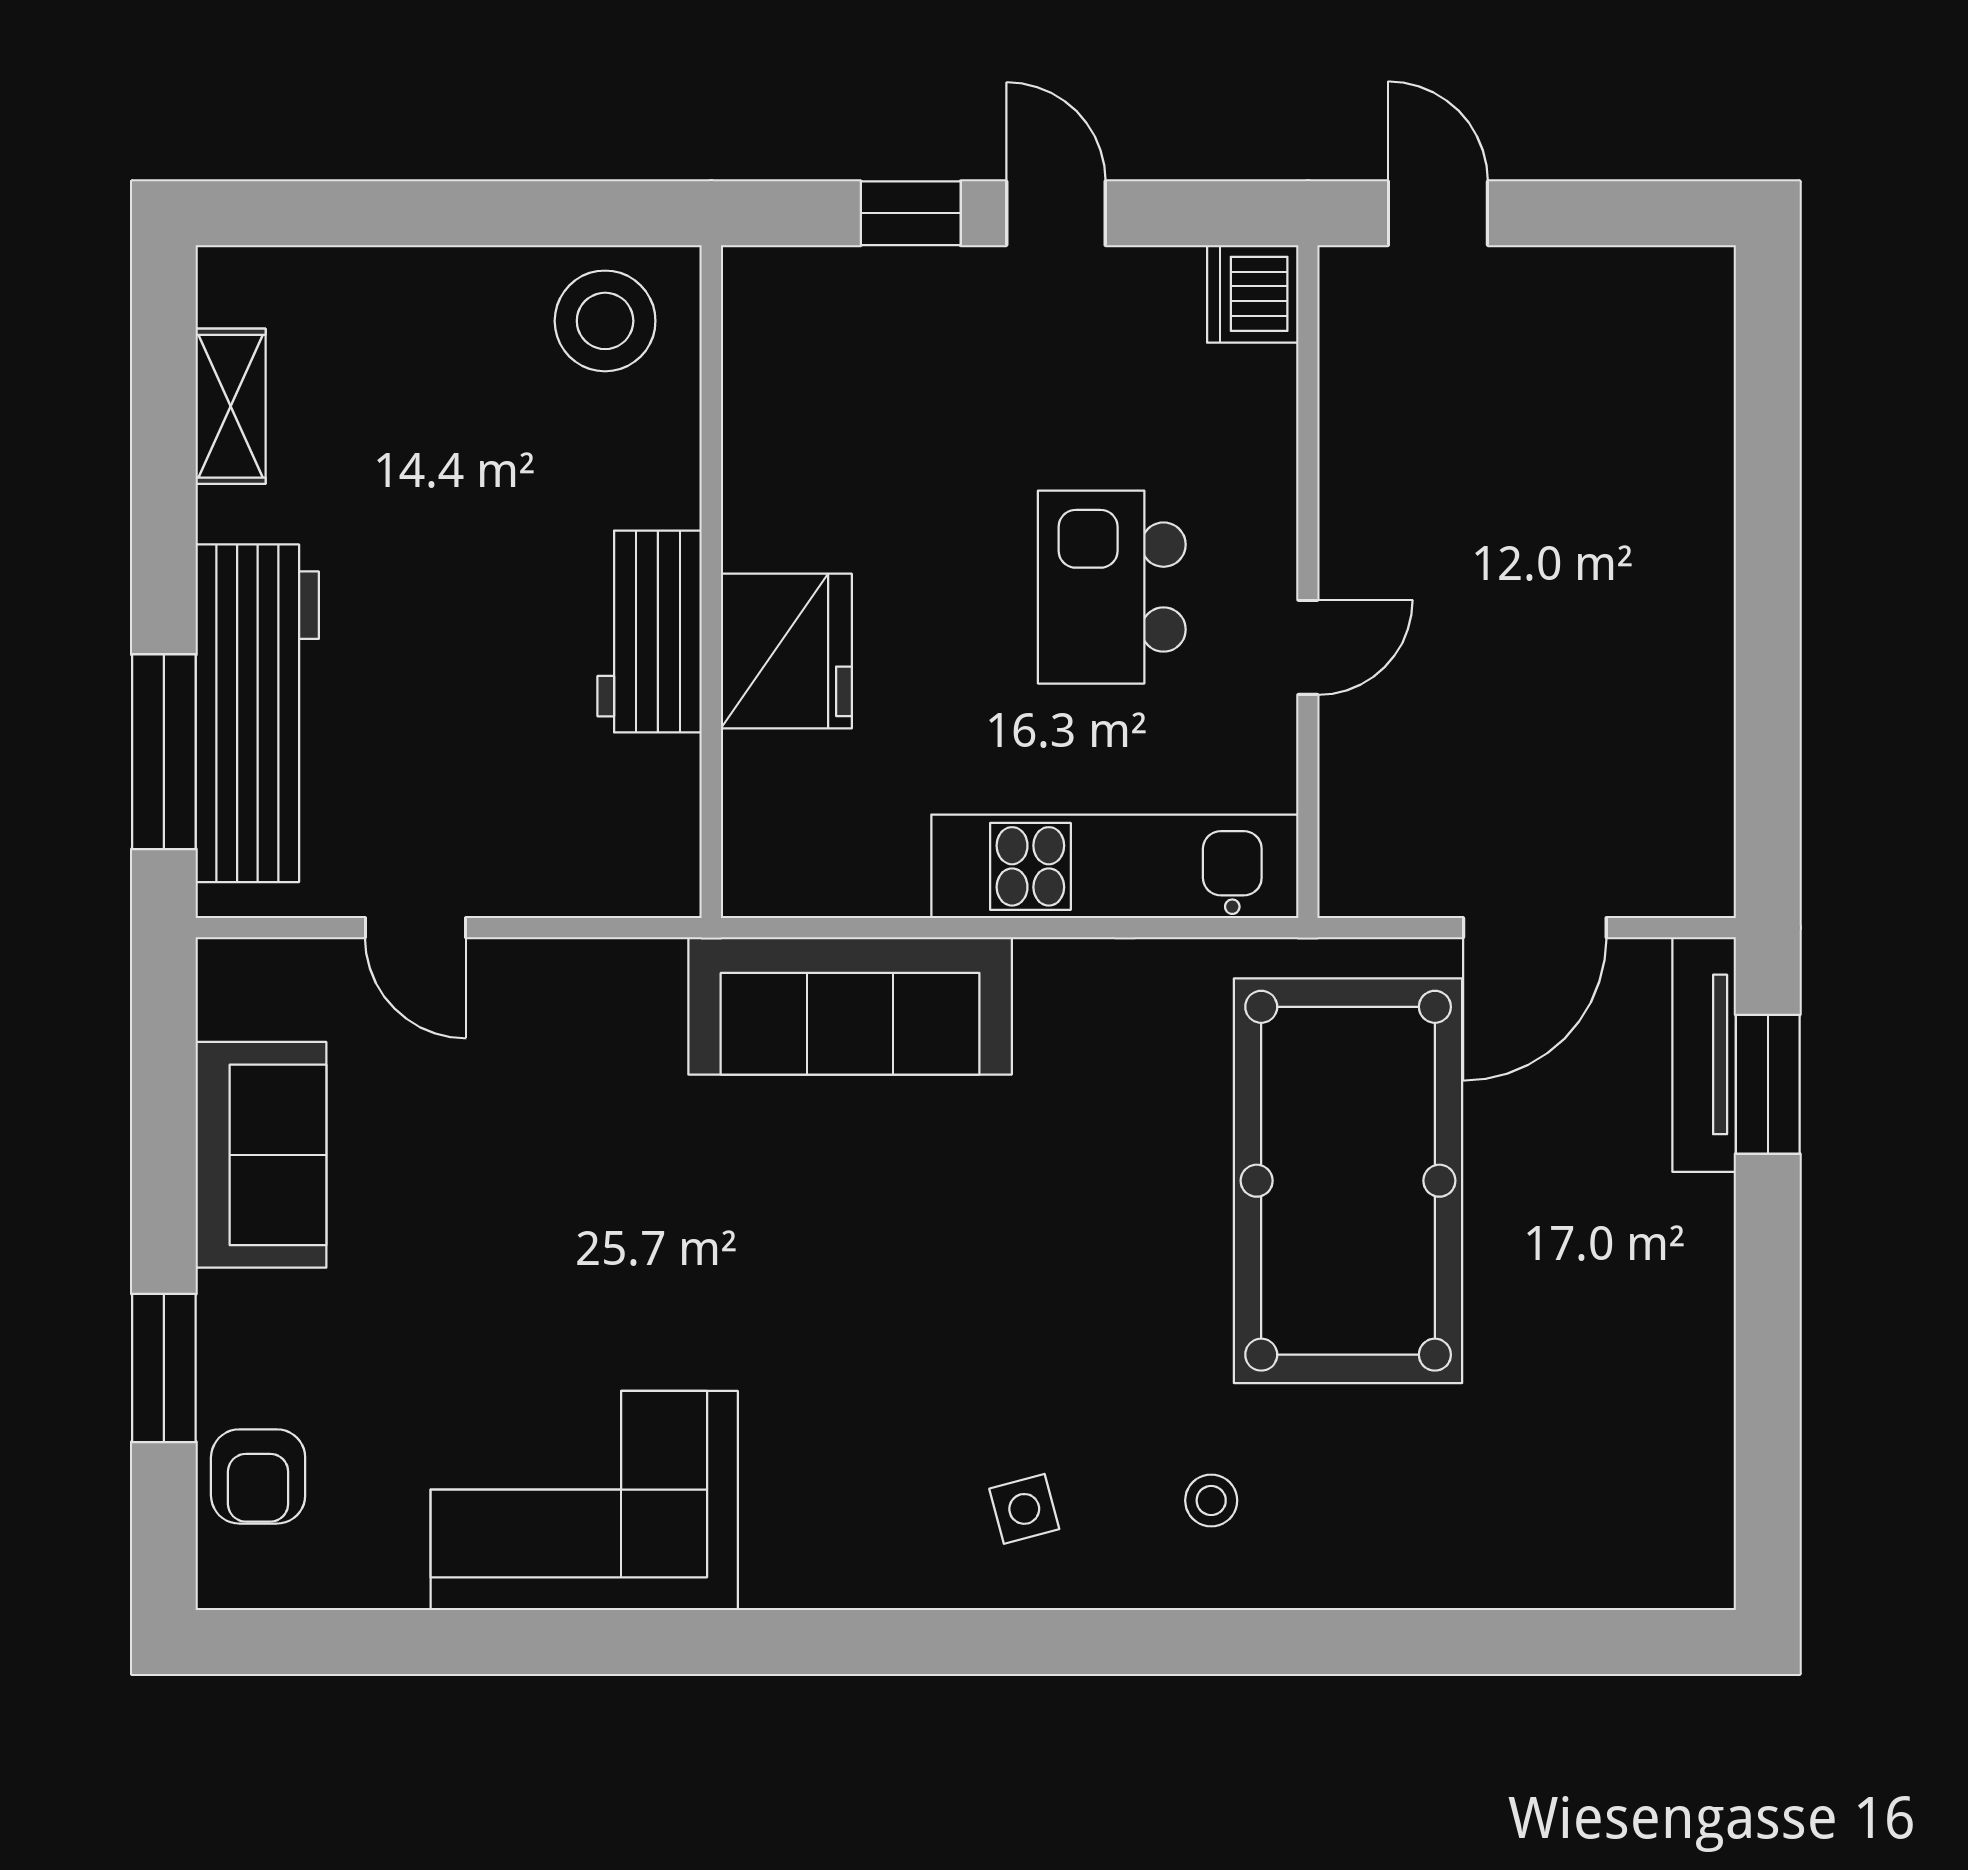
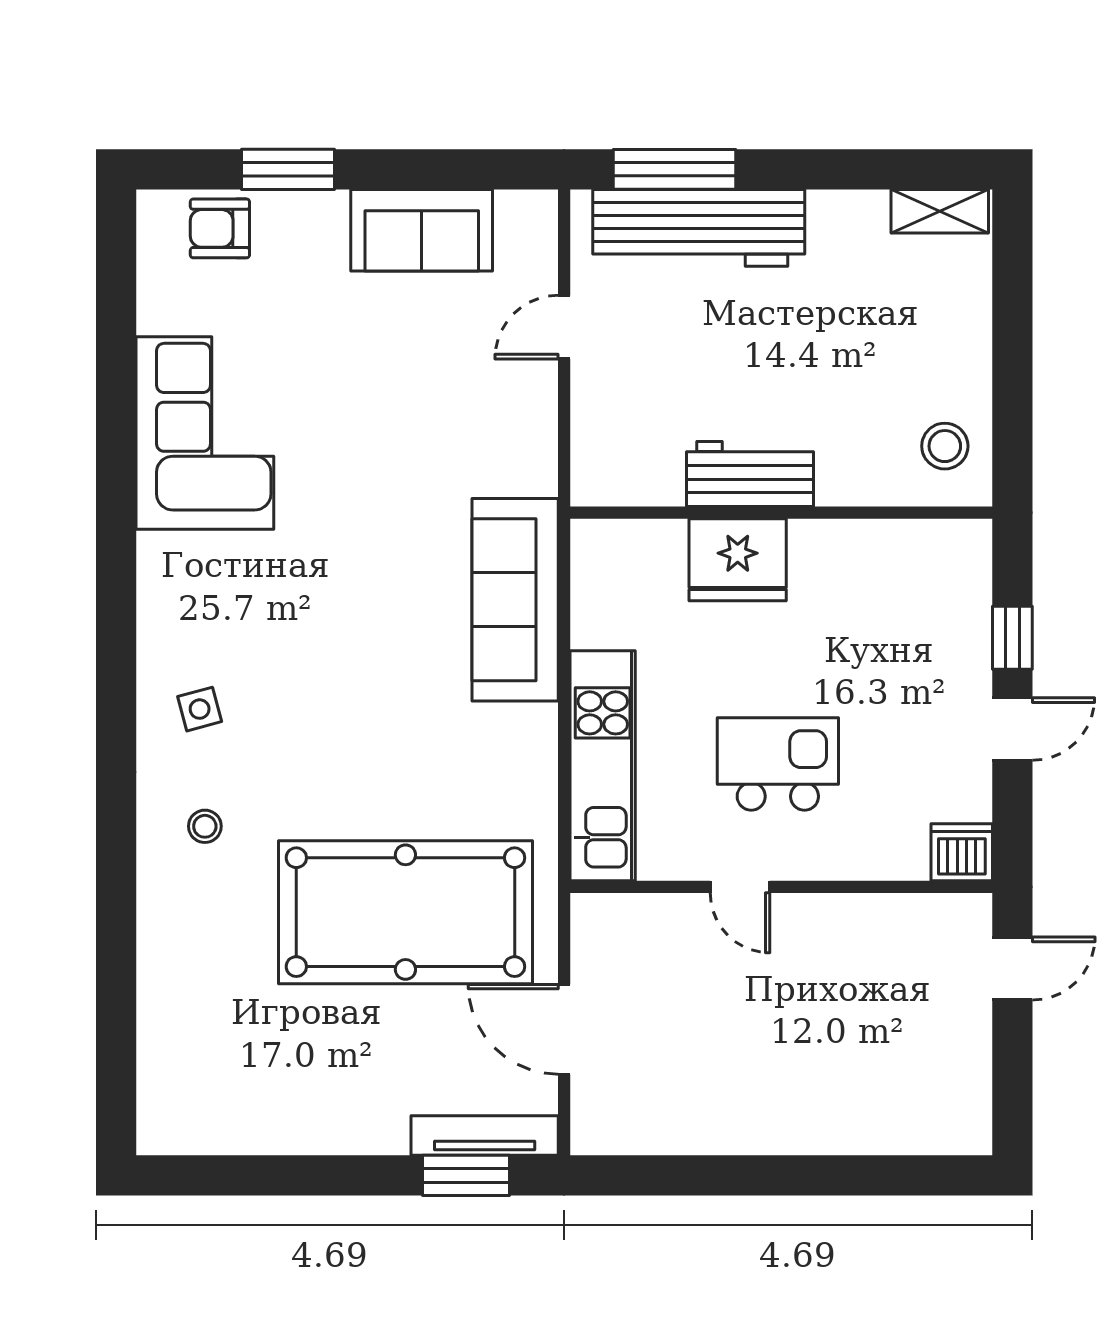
stool: (605, 321) -> (945, 446), width x0.73, depth x0.73
shelving: (231, 406) -> (940, 211), moved

